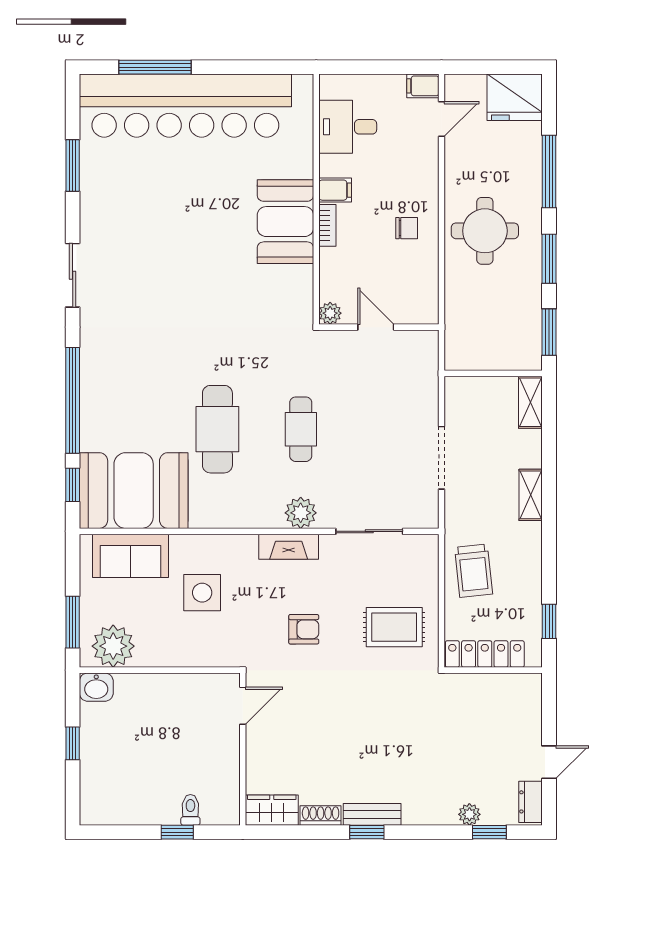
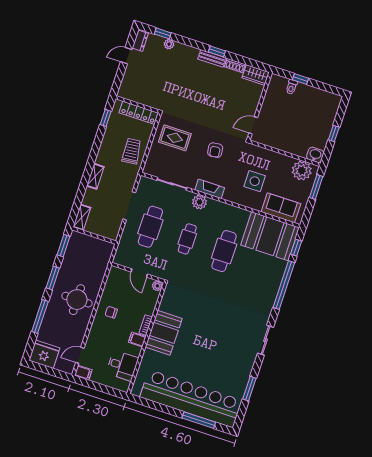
cafe table: (384, 429) -> (150, 227), added
armchair: (304, 629) -> (215, 150), turned -97

